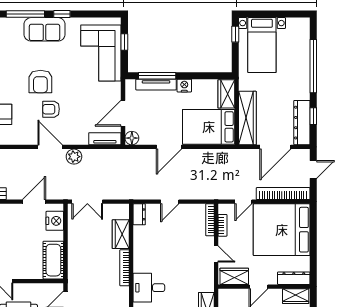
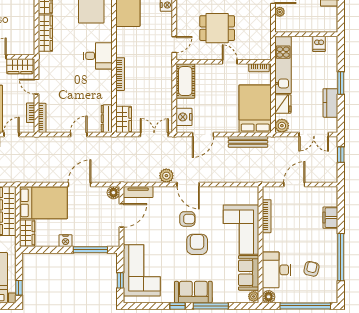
tv unit: (156, 85) -> (91, 242), removed
dresser: (139, 214) -> (107, 119), width x1.44
wardrobe: (121, 234) -> (124, 119), moved

